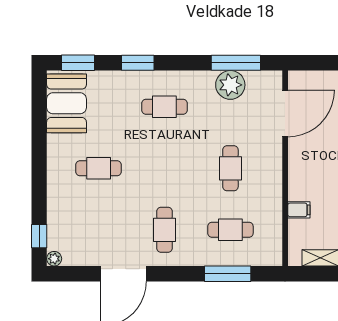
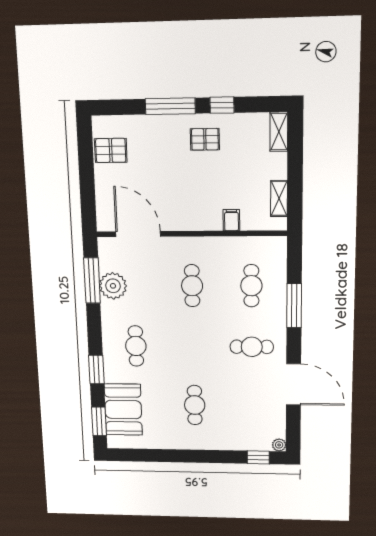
booth: (67, 103) -> (123, 410), moved, turned 90
cafe table: (230, 168) -> (192, 286), turned 90
window: (228, 274) -> (294, 306), moved

